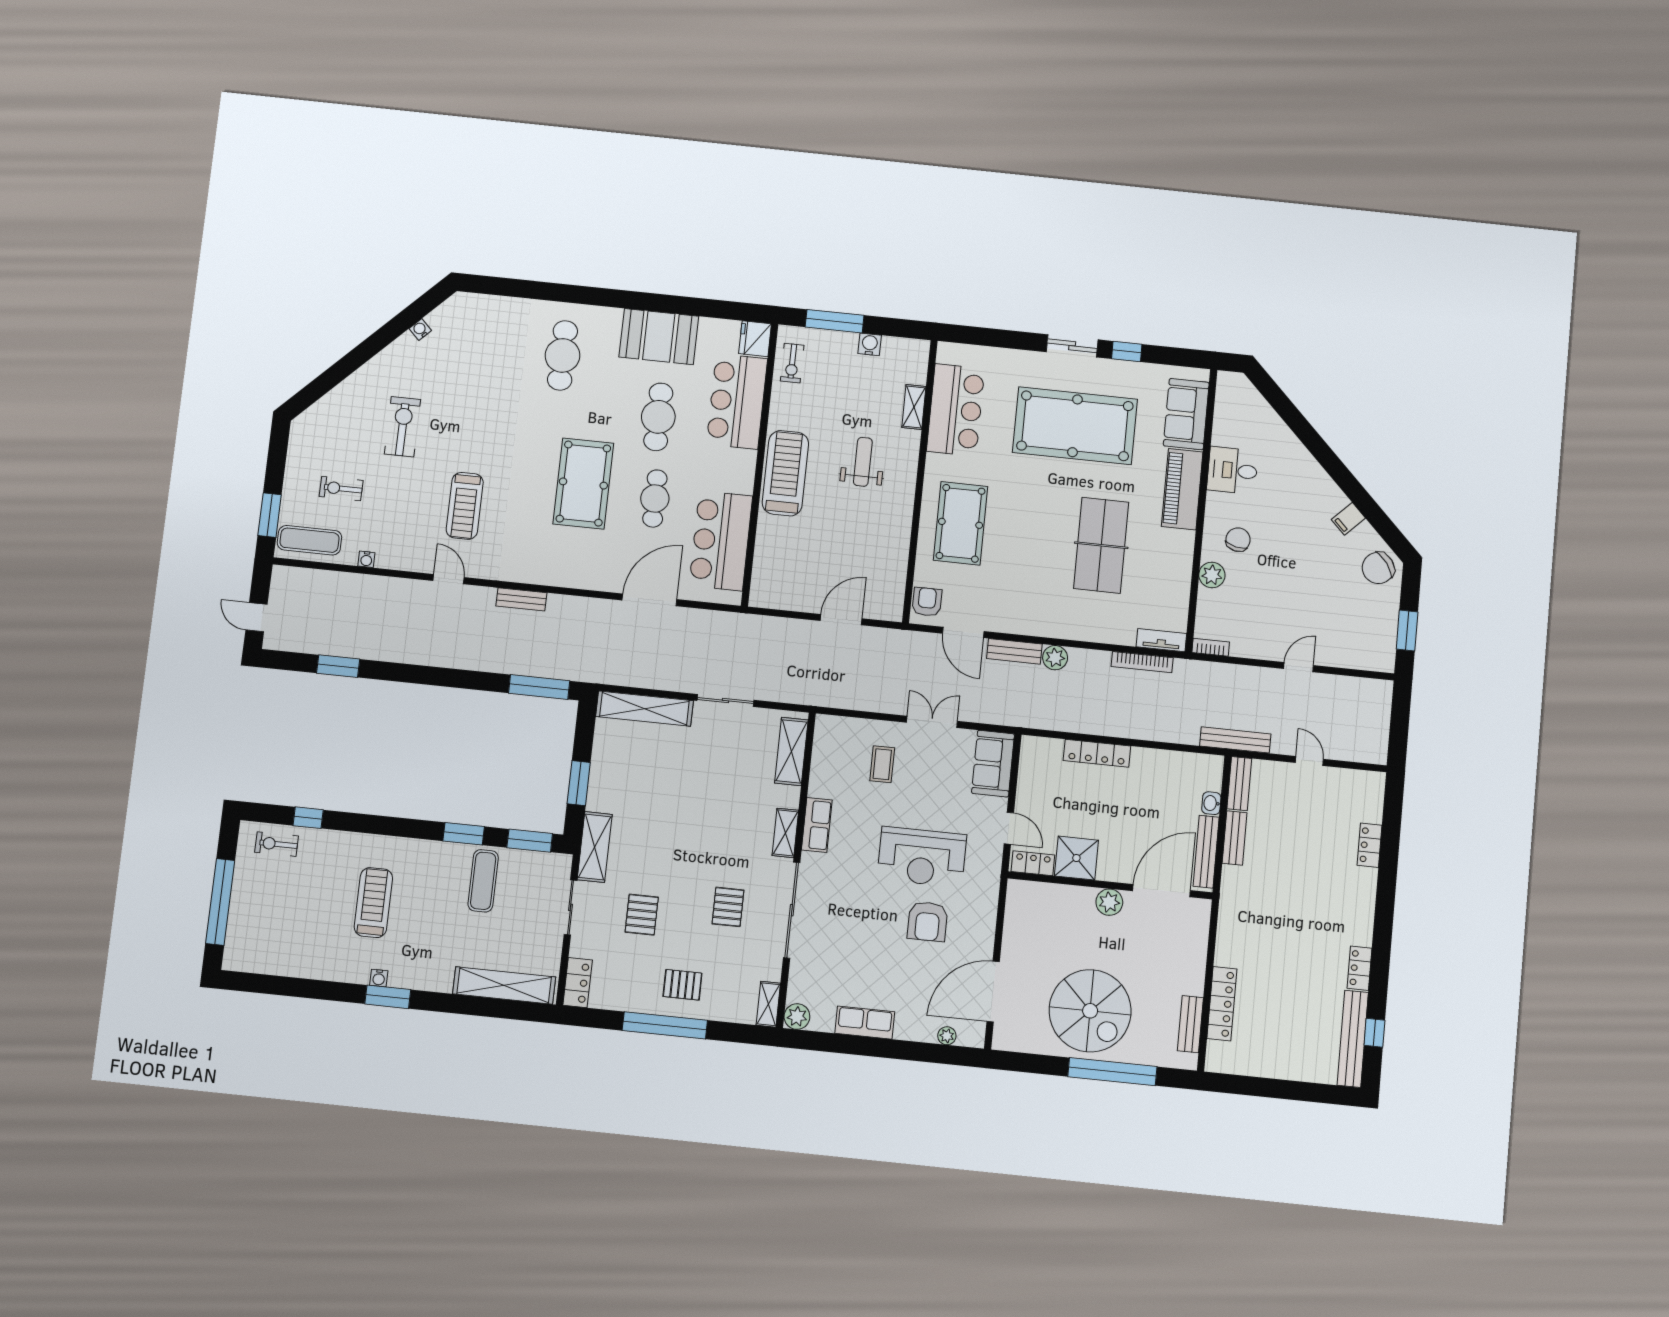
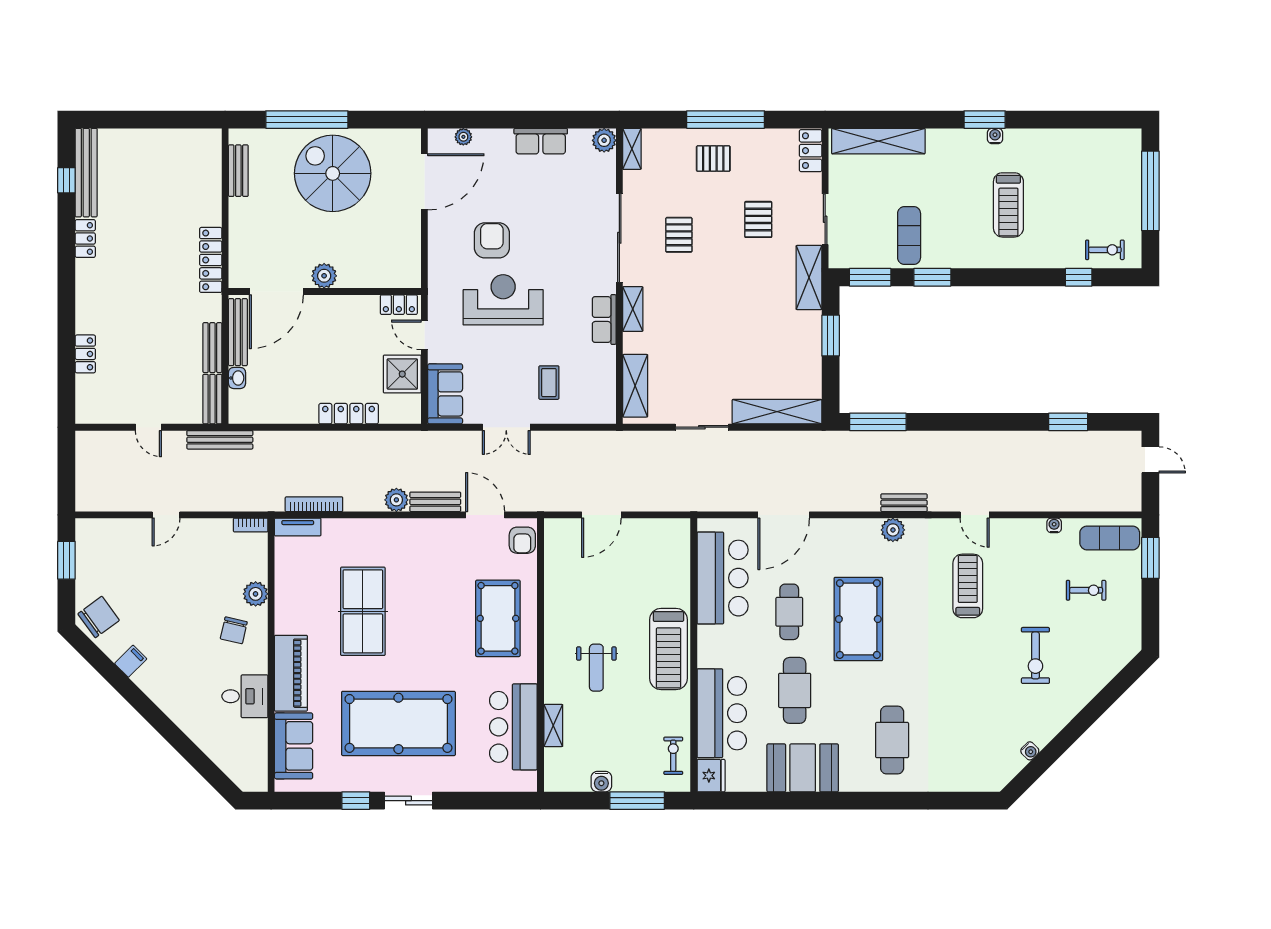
plant: (536, 572) -> (893, 530), added
shower: (1076, 858) -> (402, 374), moved
locker: (1222, 1004) -> (211, 260), moved

